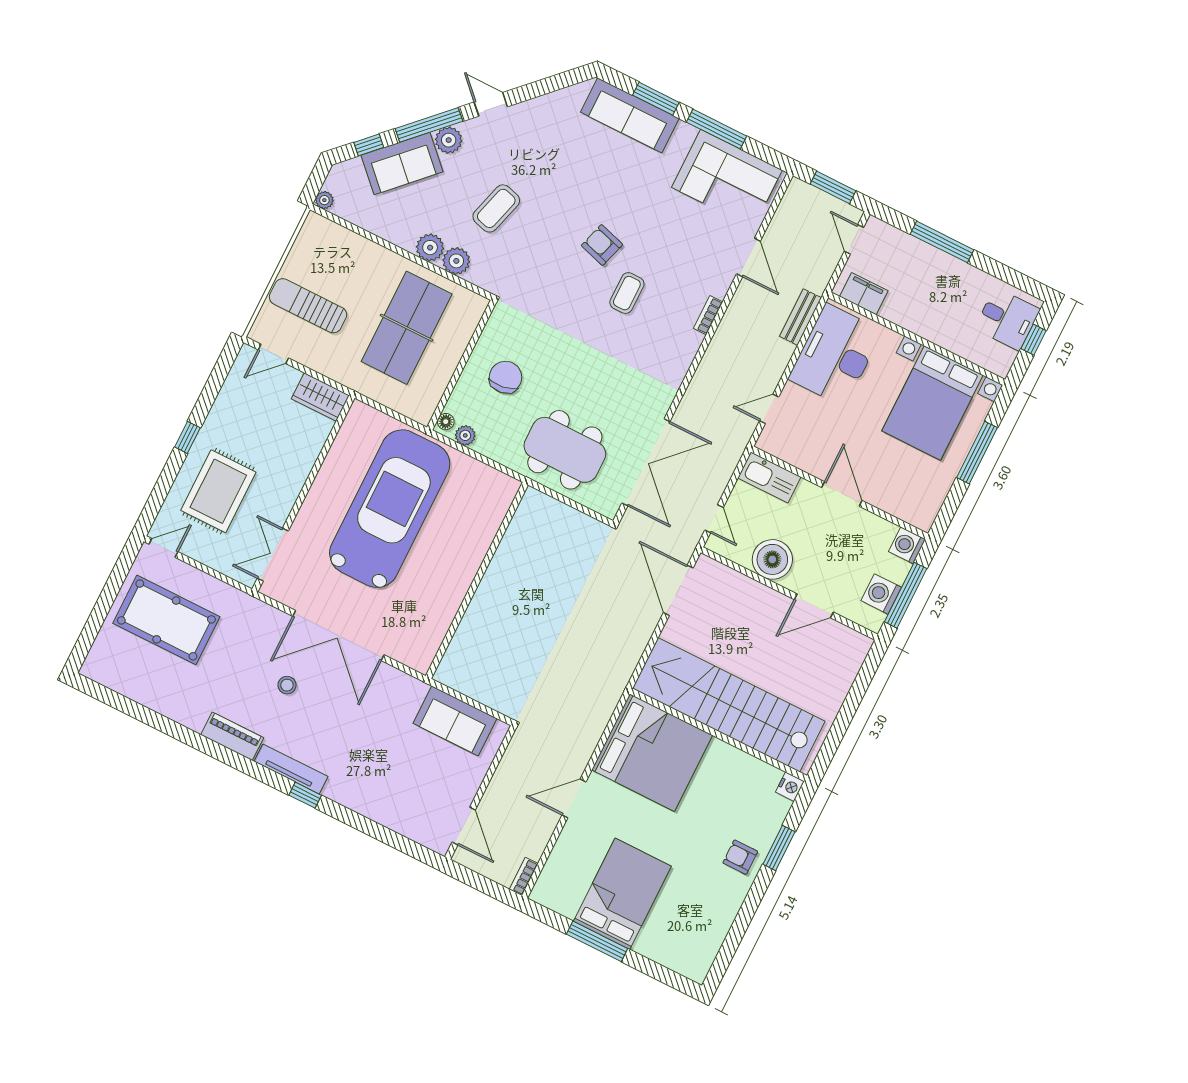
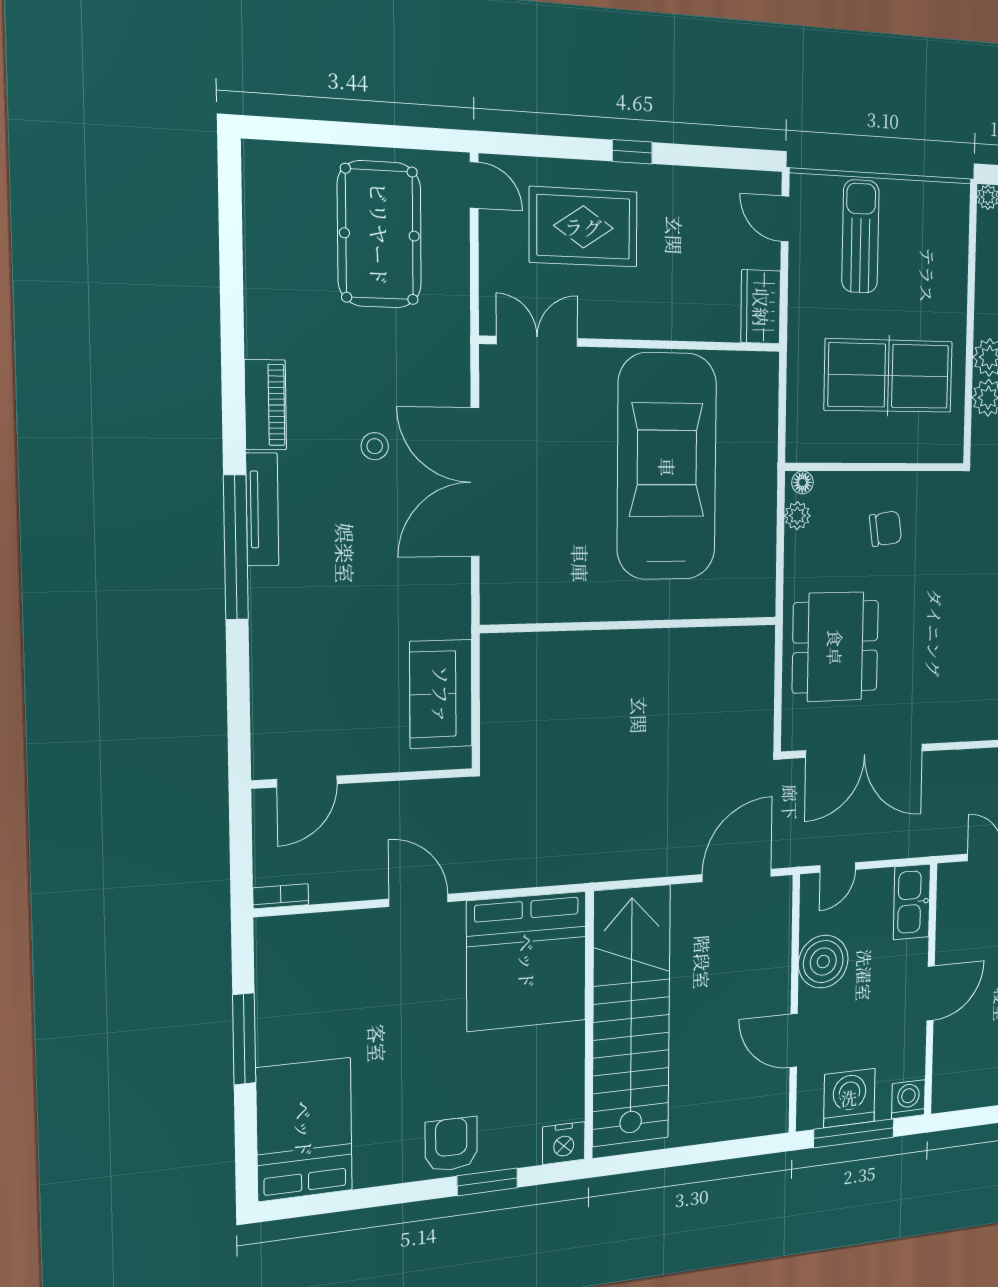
chair: (506, 377) -> (885, 529), width x0.73, depth x0.73
car: (390, 509) -> (667, 467), turned -90
washing machine: (881, 594) -> (849, 1098), width x1.37, depth x1.37
nightstand: (790, 787) -> (564, 1143), width x1.36, depth x1.33
window: (305, 795) -> (236, 547), width x3.17
armchair: (740, 857) -> (451, 1144), width x1.38, depth x1.38
bed: (622, 894) -> (304, 1129), moved, turned -90

